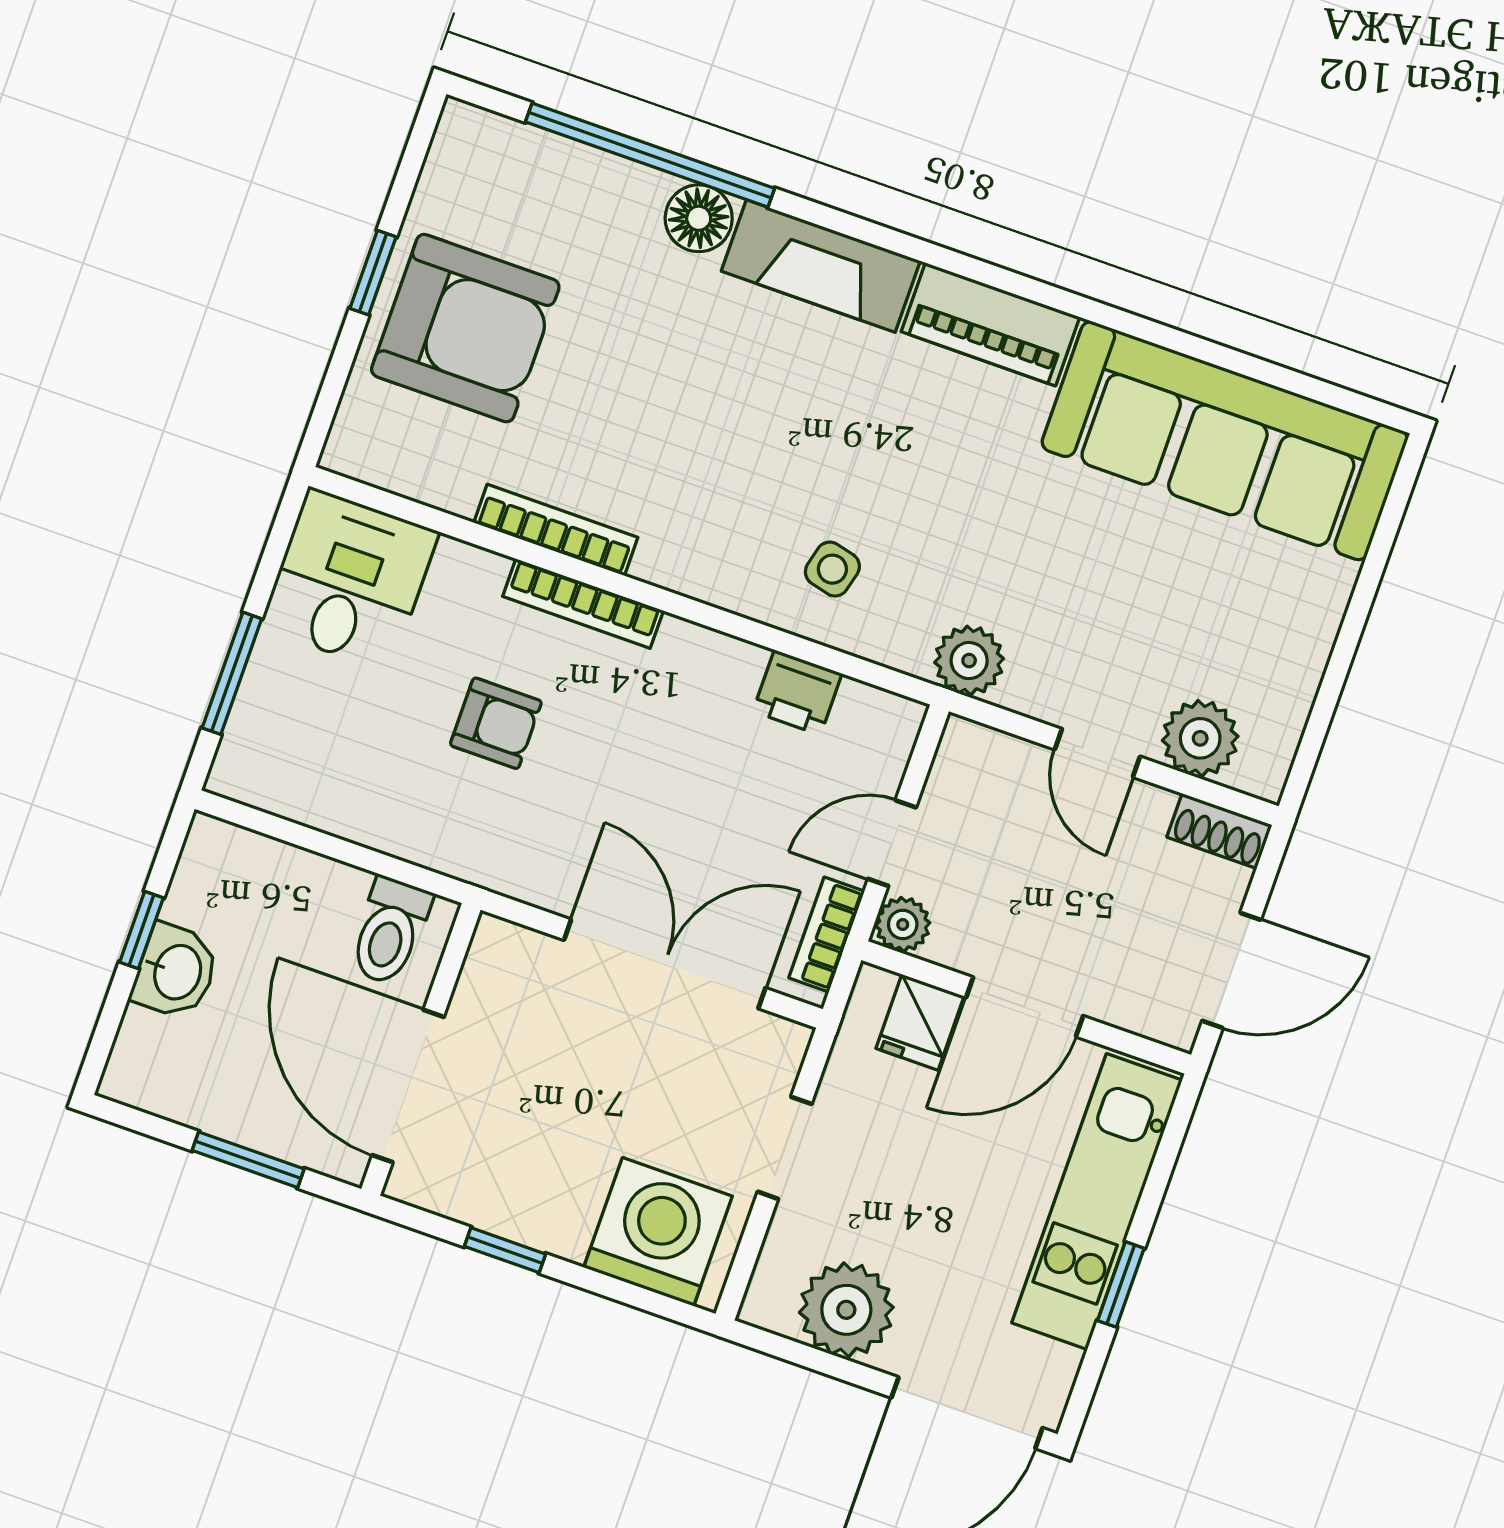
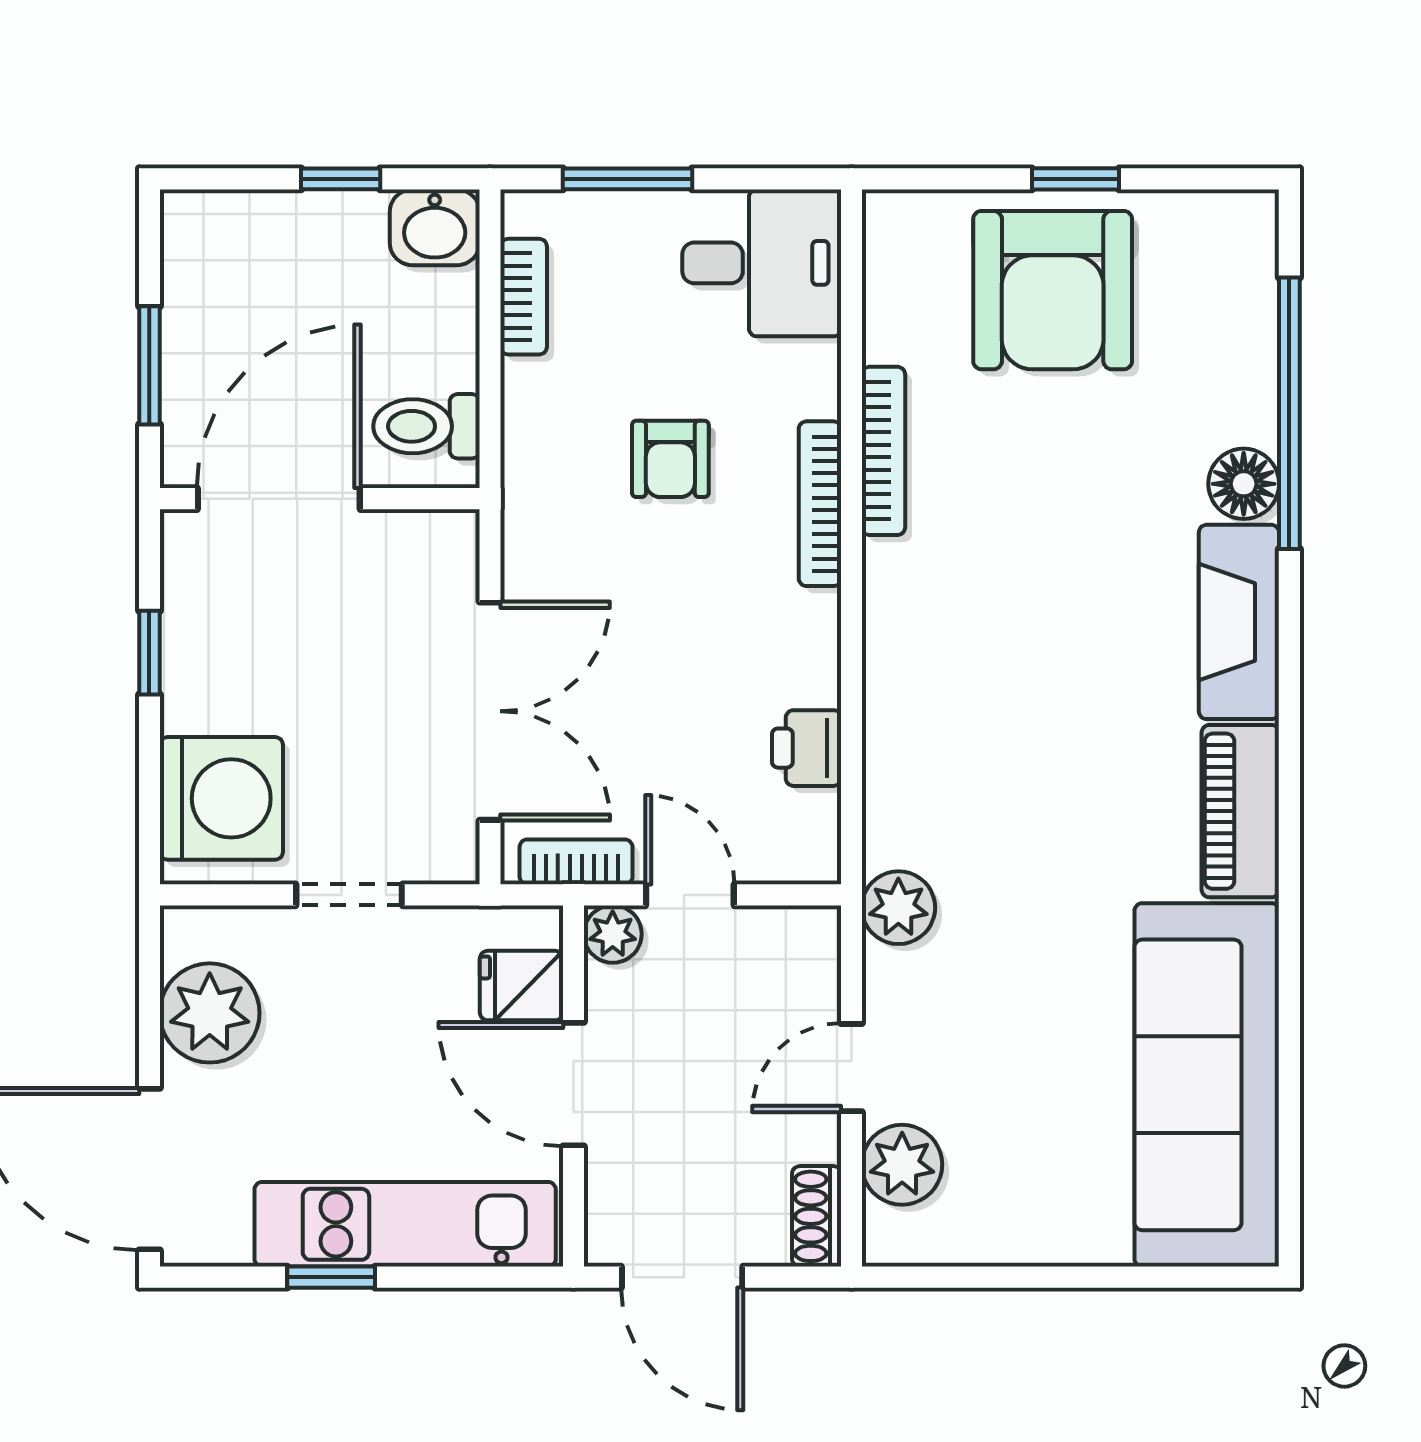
side table: (832, 569) -> (942, 740), removed
bookcase: (304, 803) -> (524, 297), added
washbasin: (176, 971) -> (435, 227), moved

